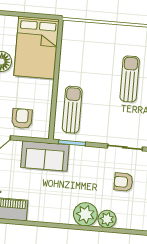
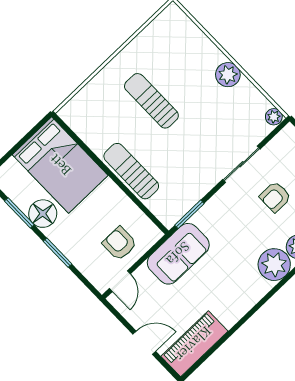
sun lounger: (130, 79) -> (151, 101), moved
sun lounger: (72, 110) -> (131, 171), moved

